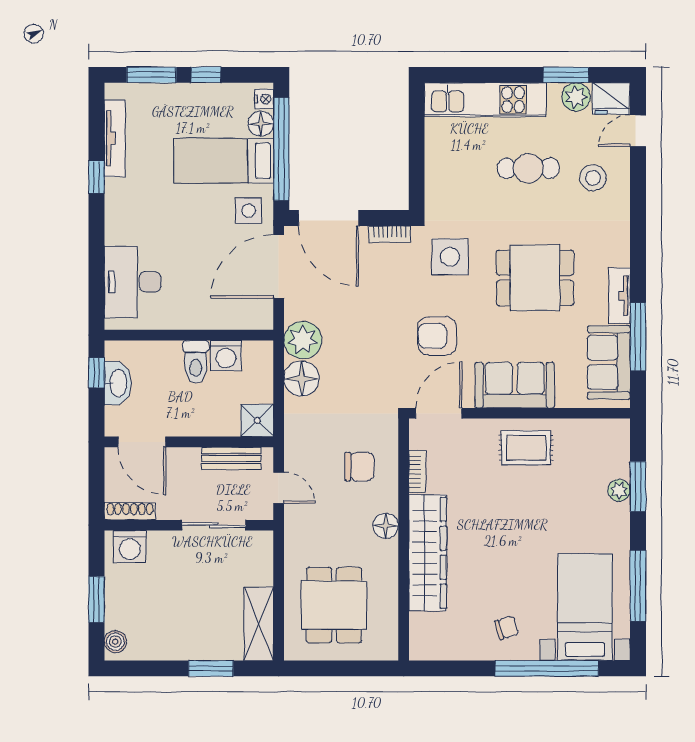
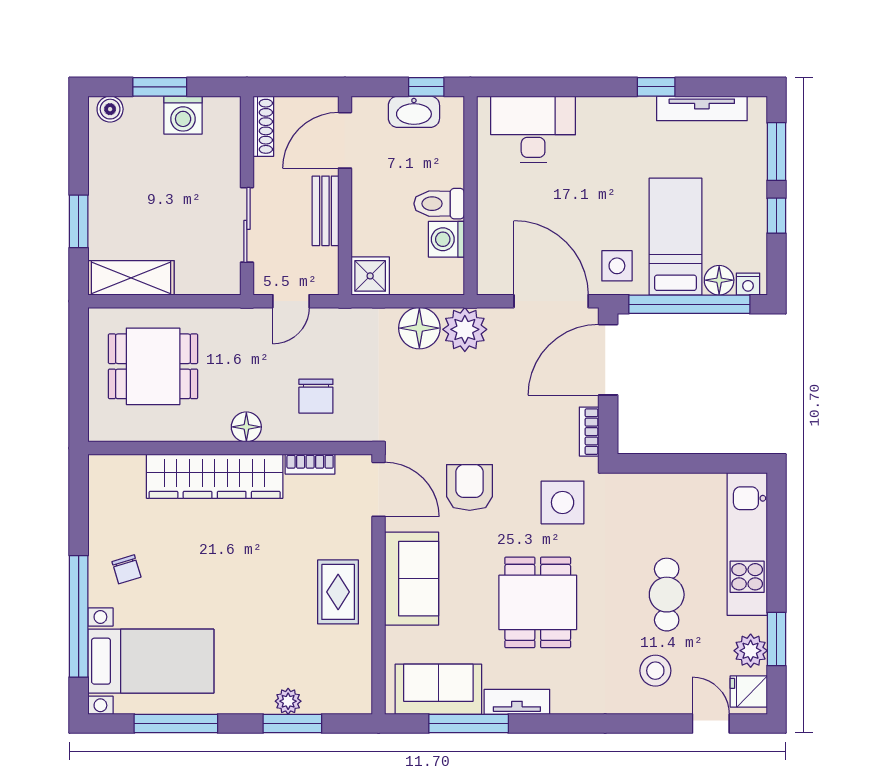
fridge: (611, 98) -> (749, 691), width x0.72
bench: (231, 458) -> (326, 211), moved
washing machine: (130, 547) -> (183, 115), moved, turned -90

